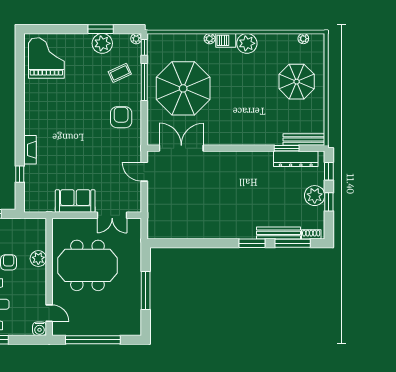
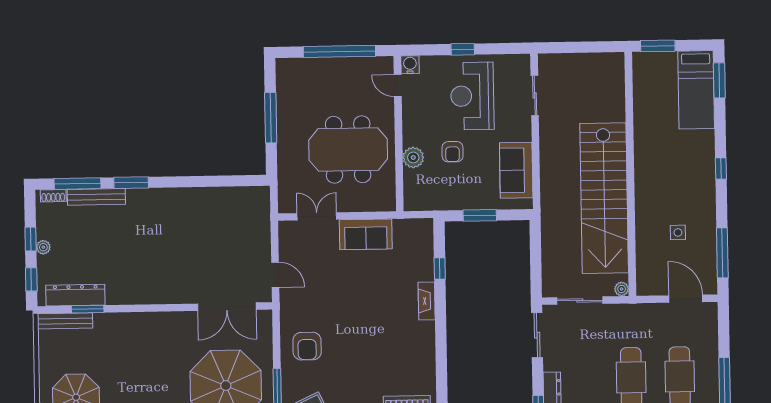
plant: (315, 196) -> (43, 247), width x0.53, depth x0.53

